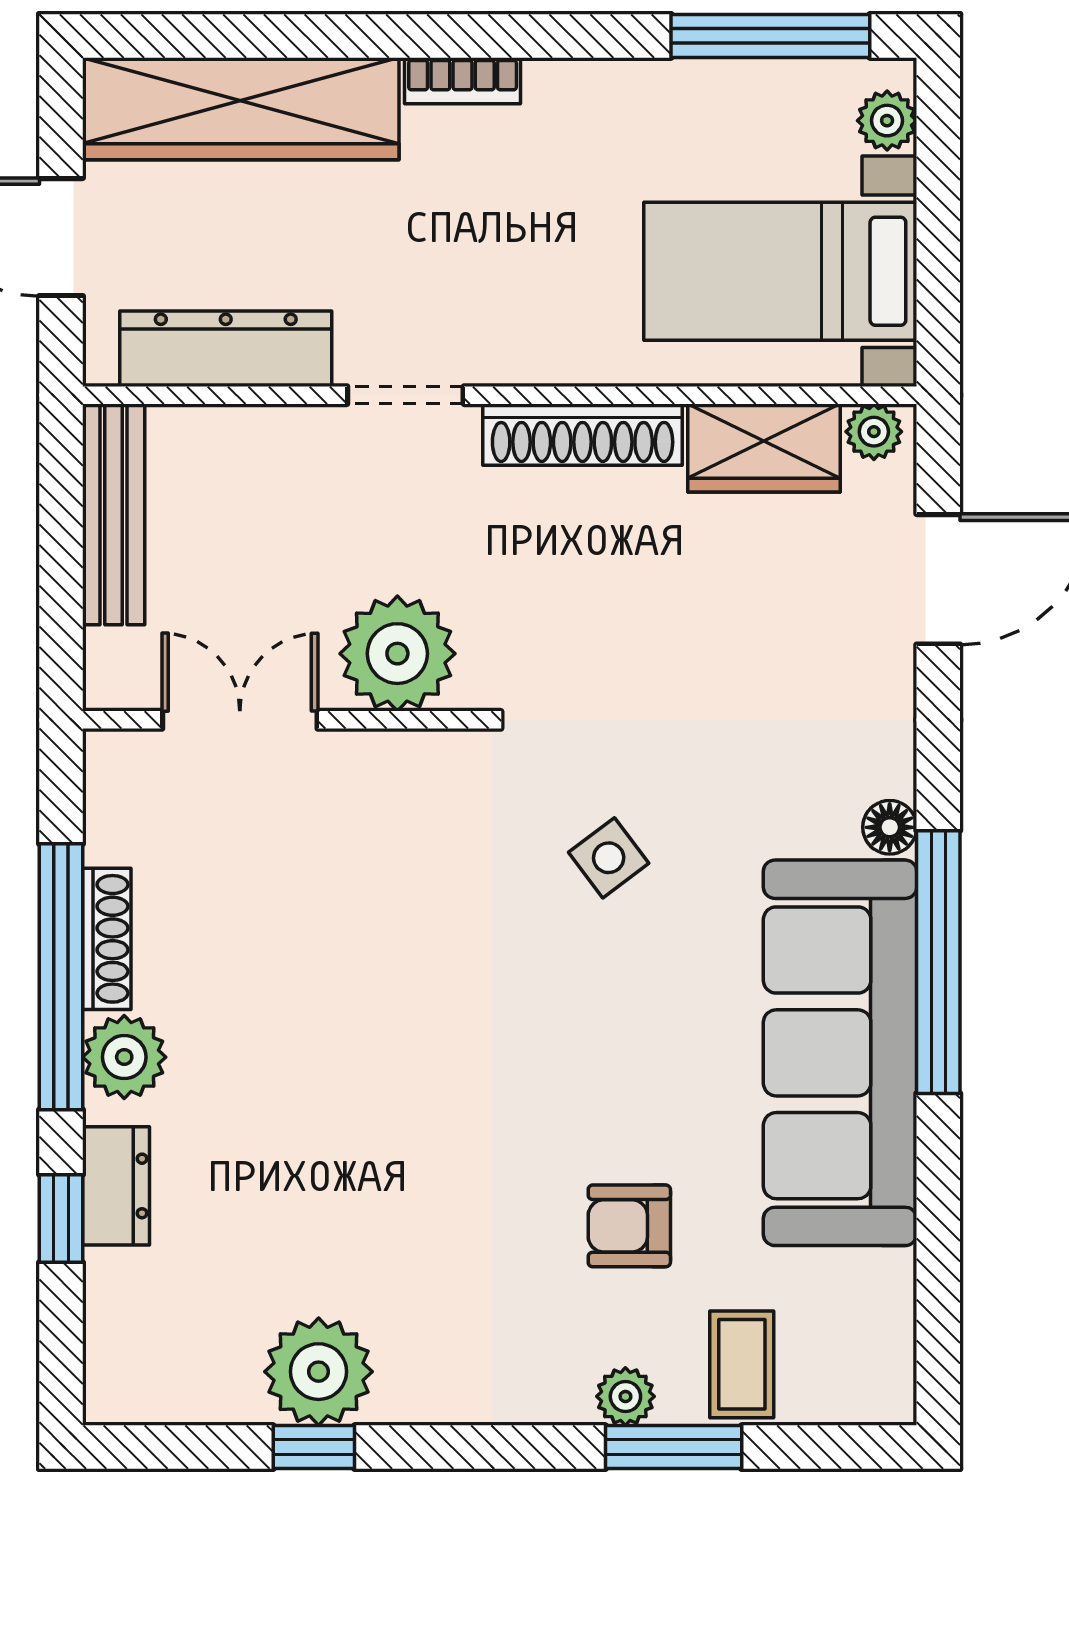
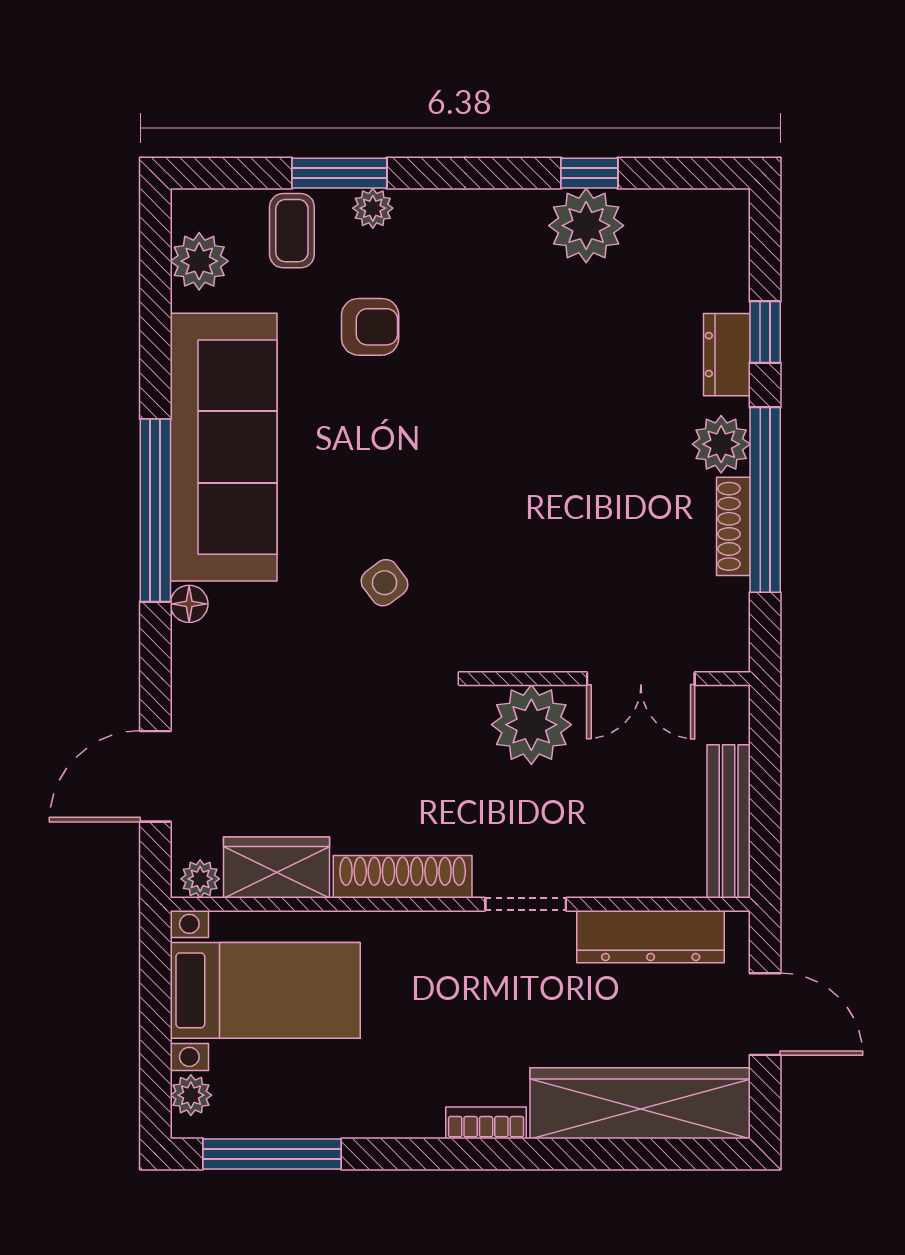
plant: (875, 1320) -> (199, 261), added

